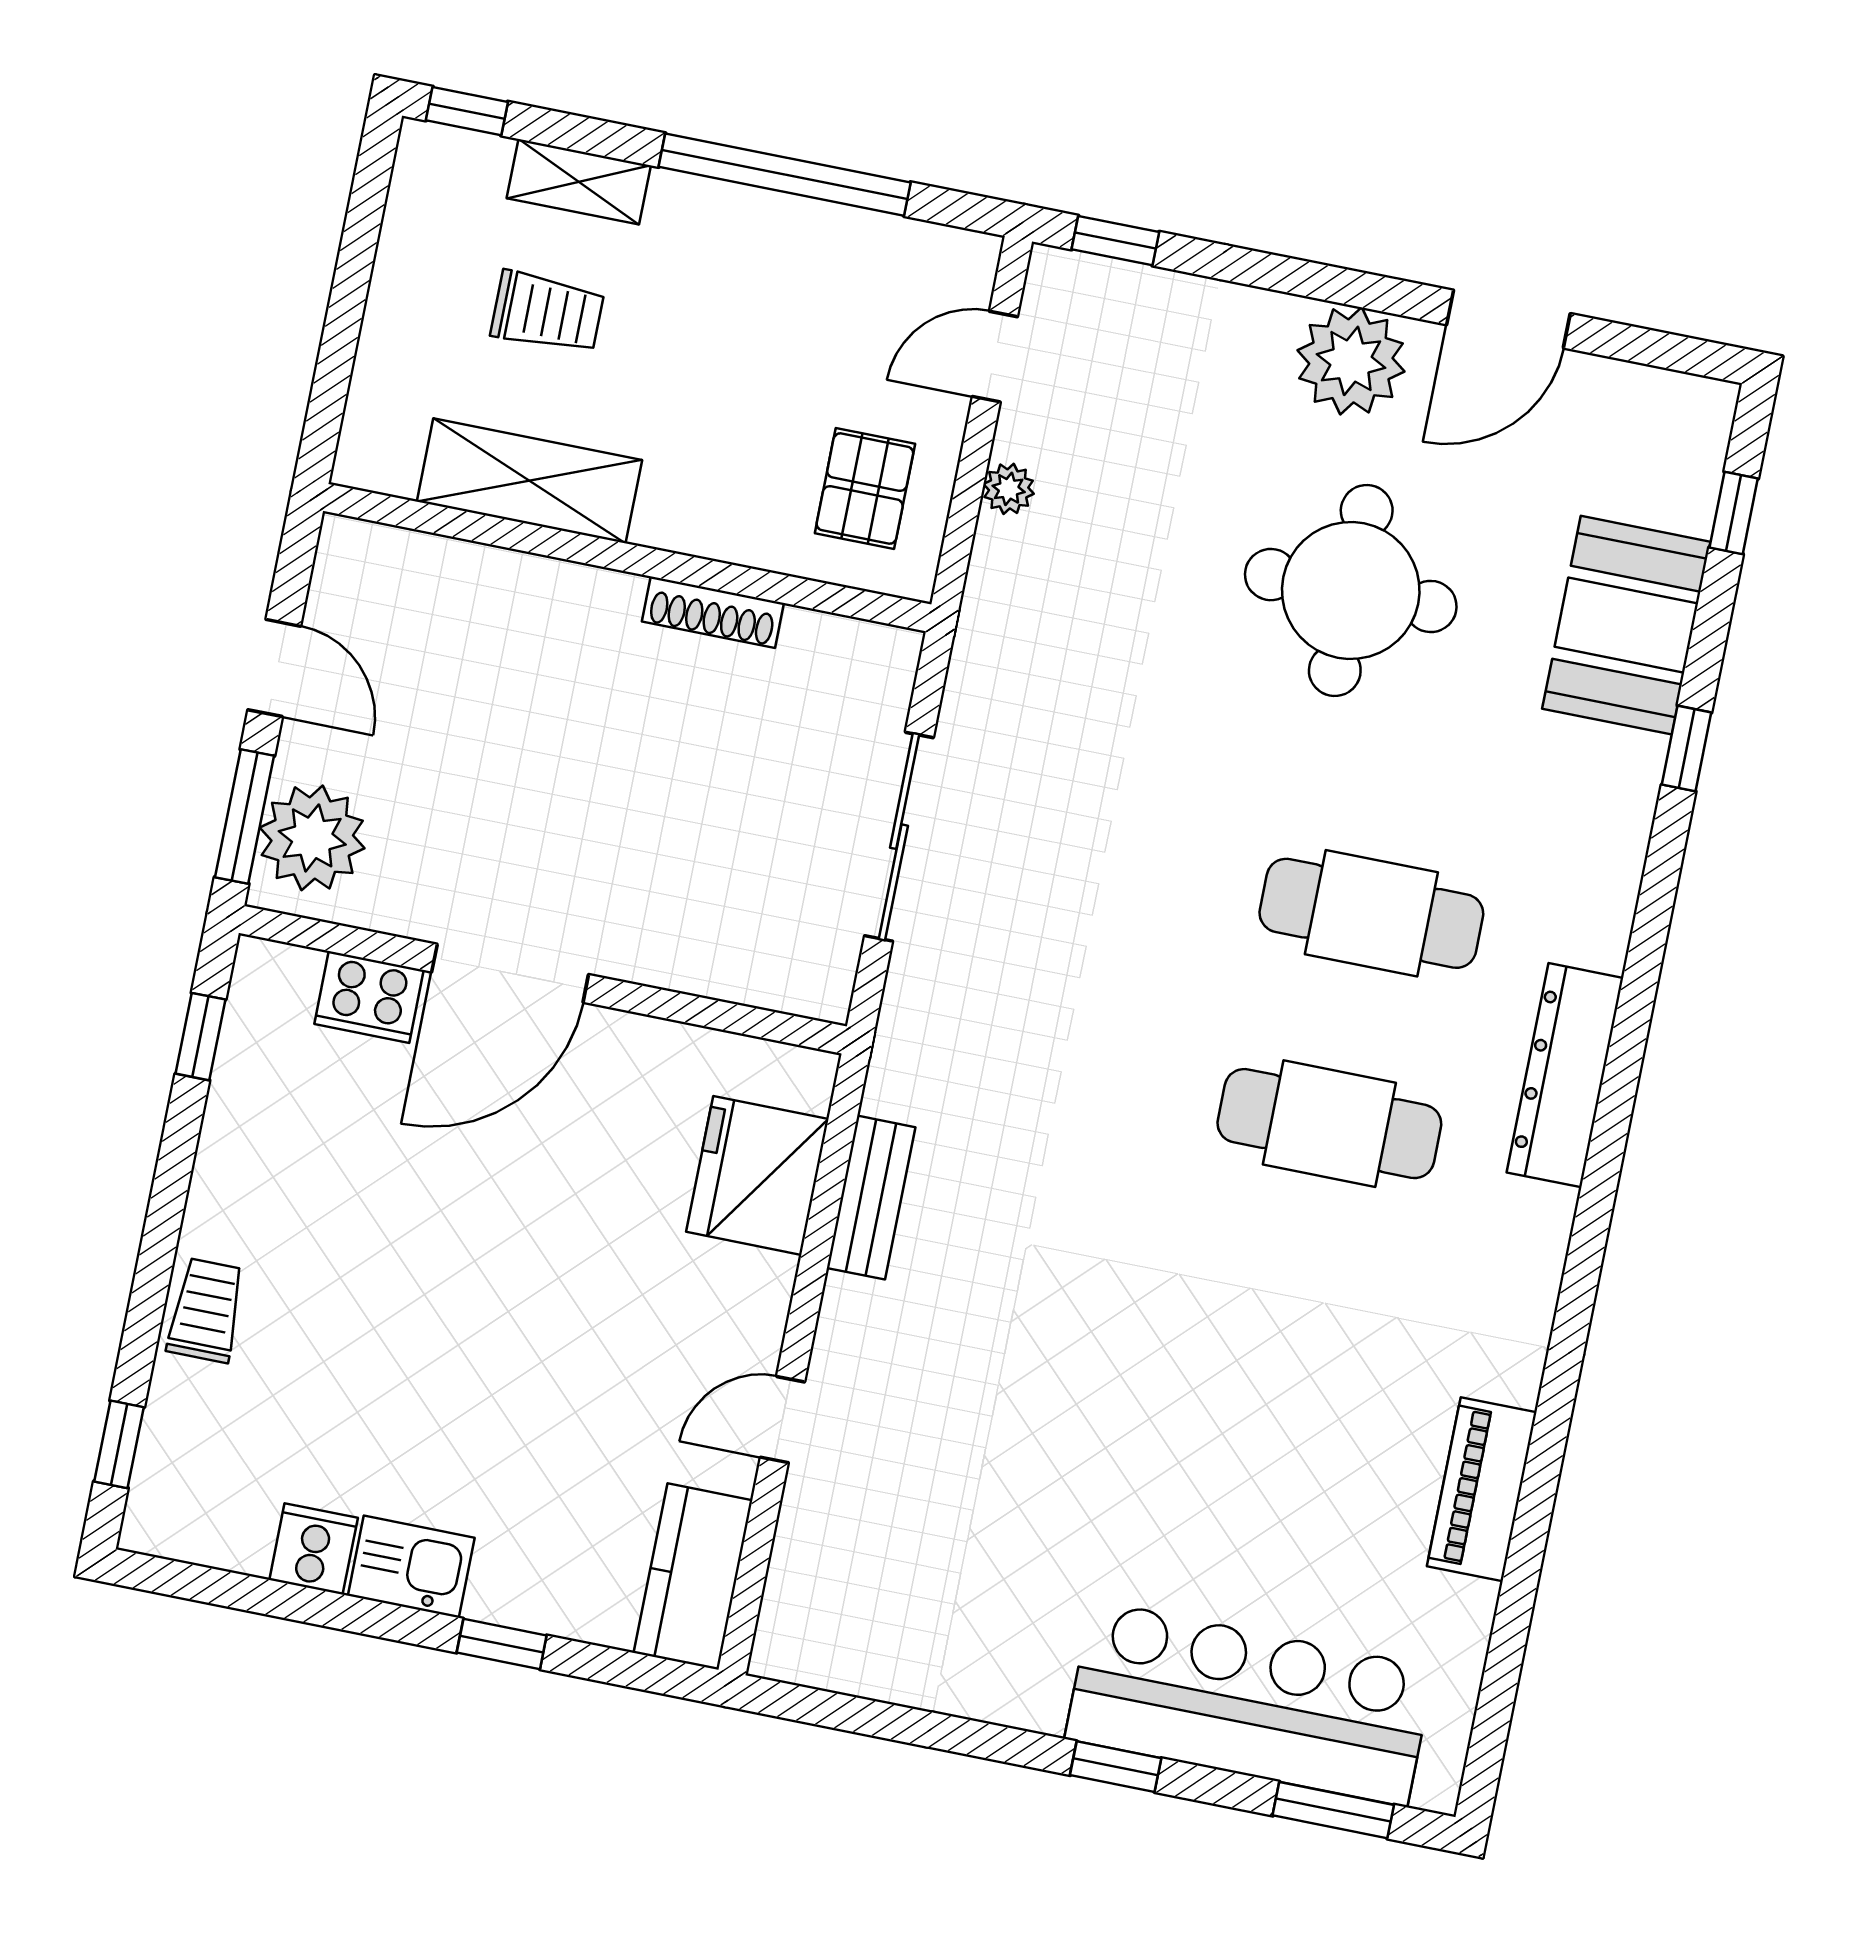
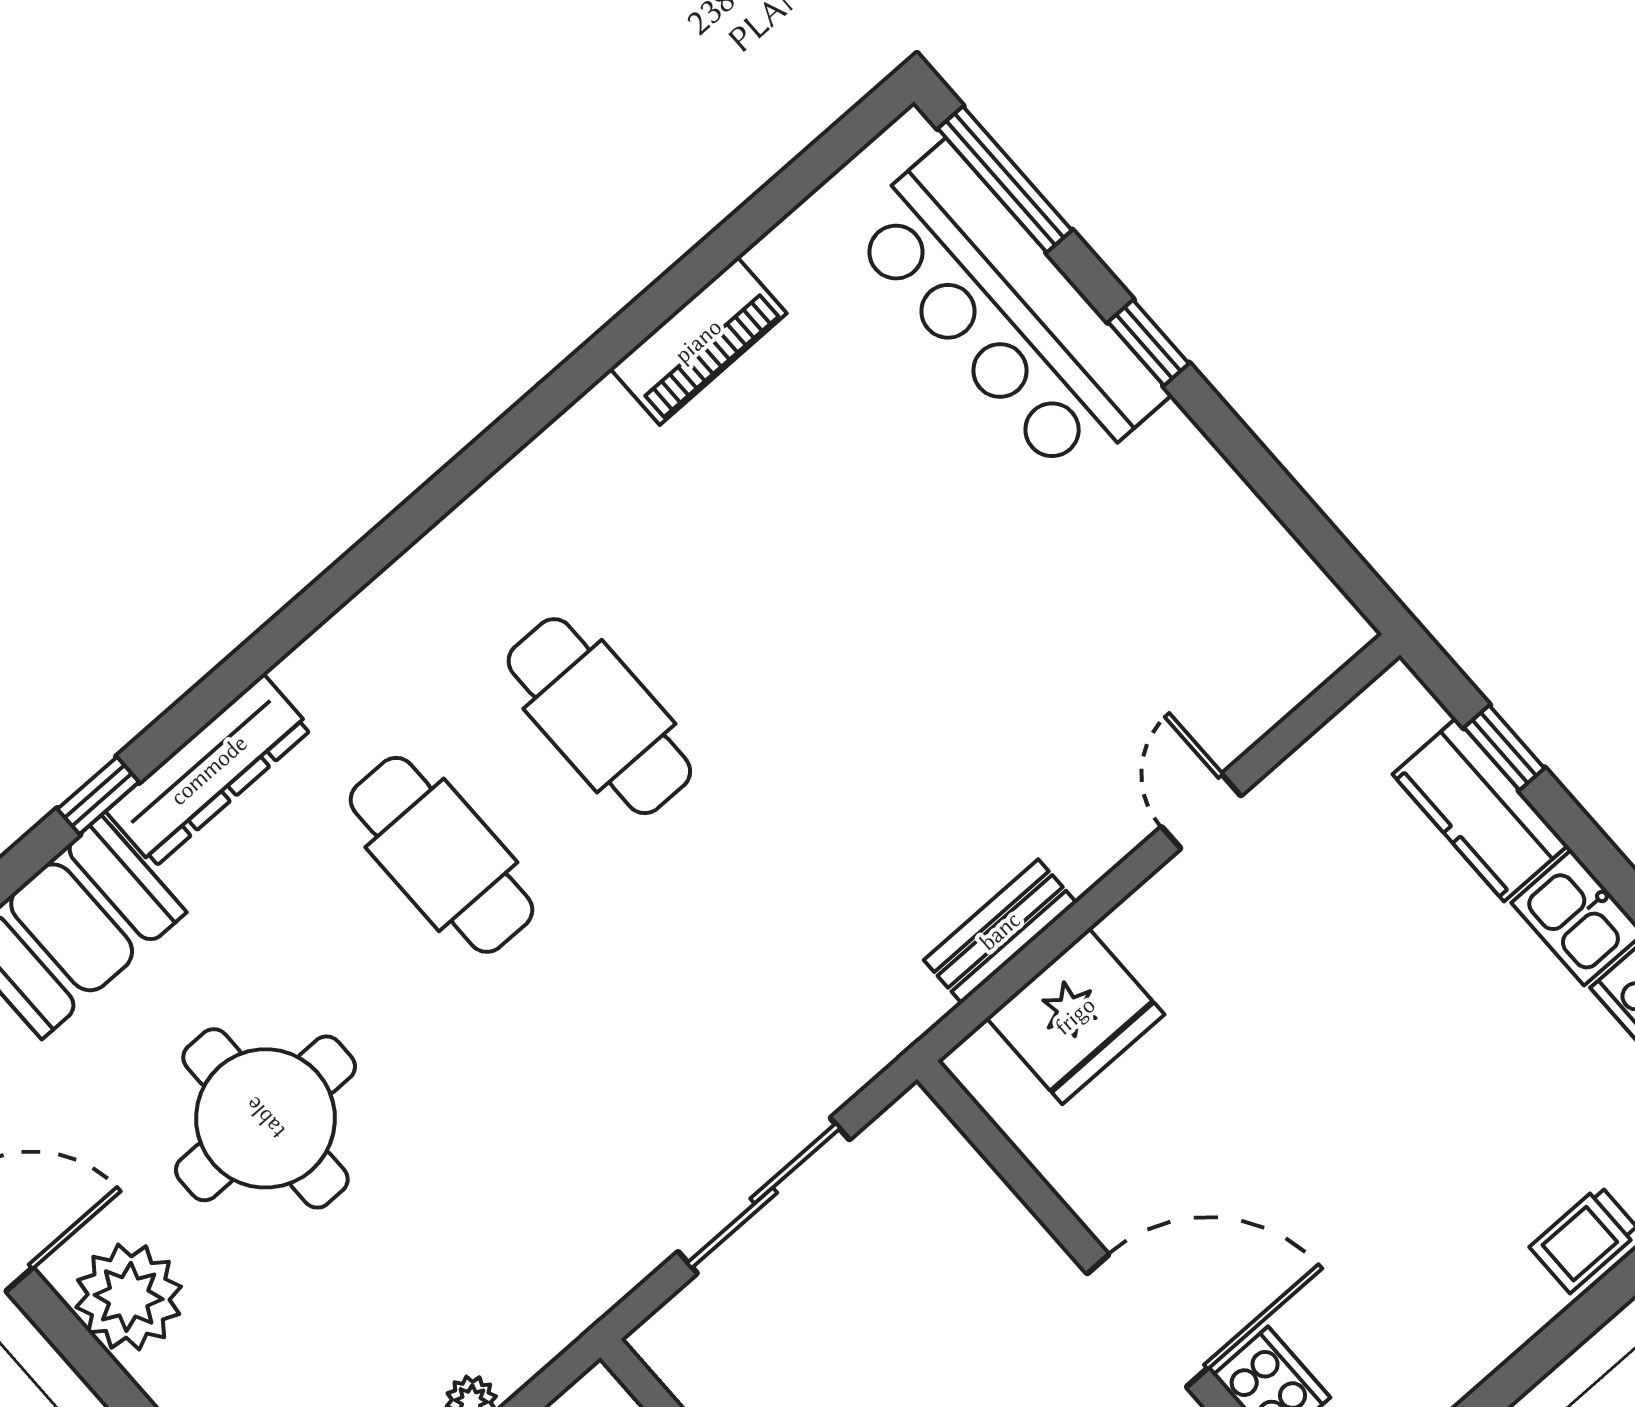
dresser: (1565, 1075) -> (209, 770), moved
door: (782, 1420) -> (1201, 811), swing flipped
kitchen counter: (693, 1577) -> (1480, 810), moved, turned 90
window: (502, 1644) -> (1504, 748), moved
window: (1333, 1810) -> (1005, 179), width x1.44

